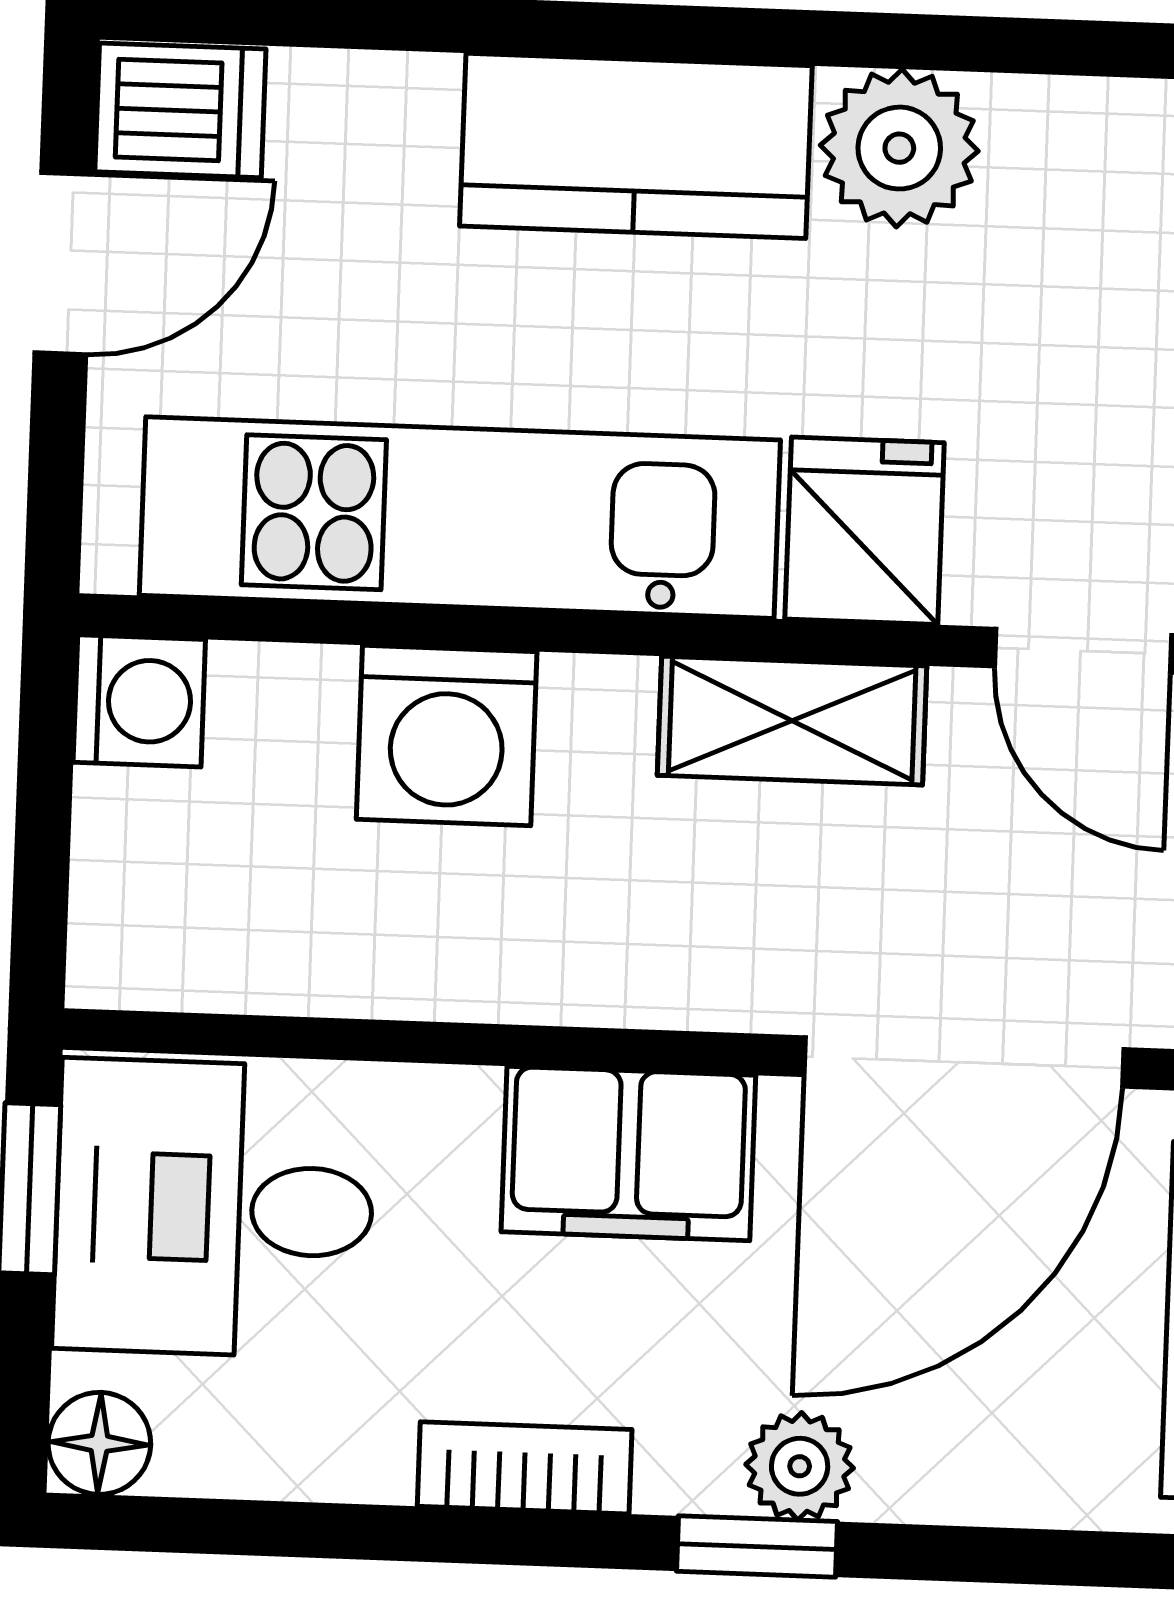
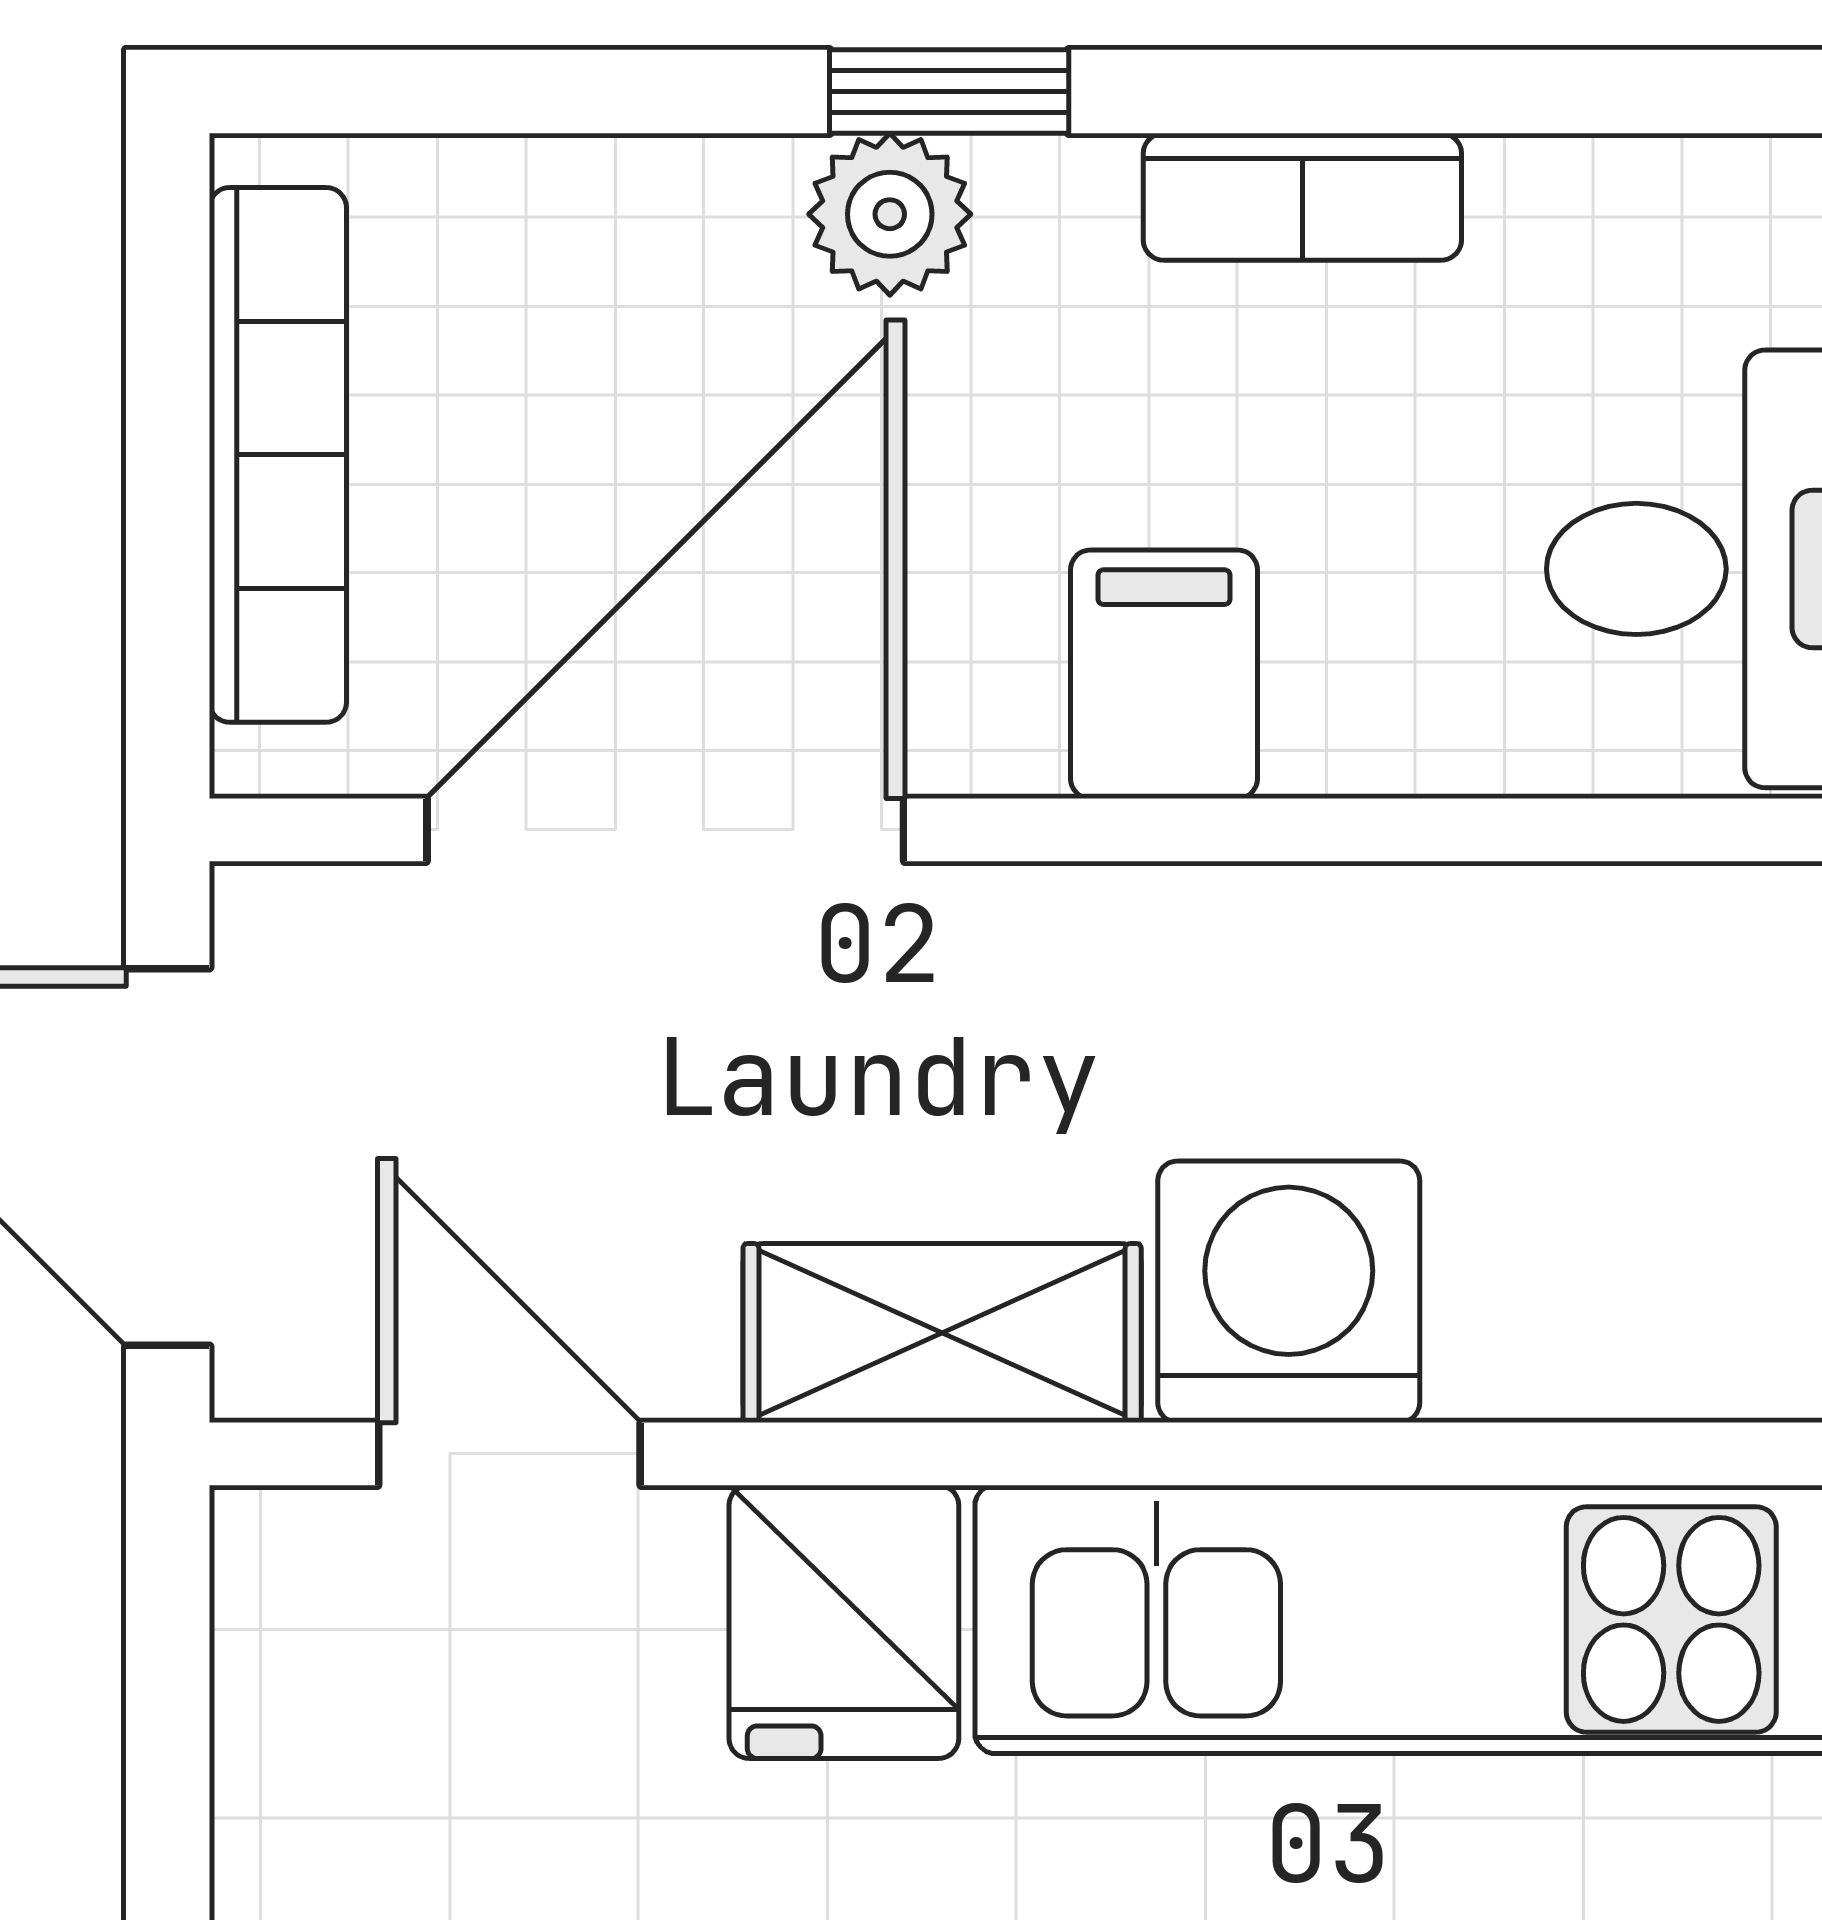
washing machine: (447, 735) -> (1289, 1292), moved
filing cabinet: (628, 1154) -> (1164, 674), width x0.50

